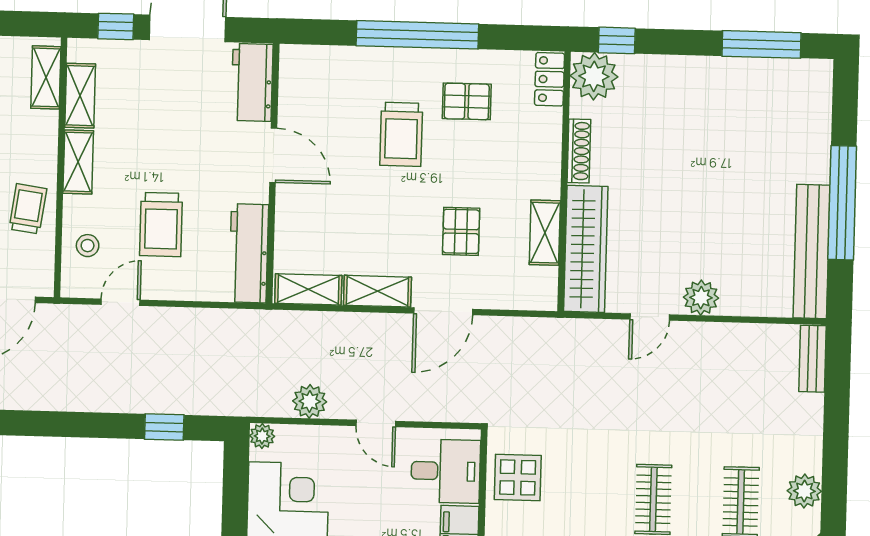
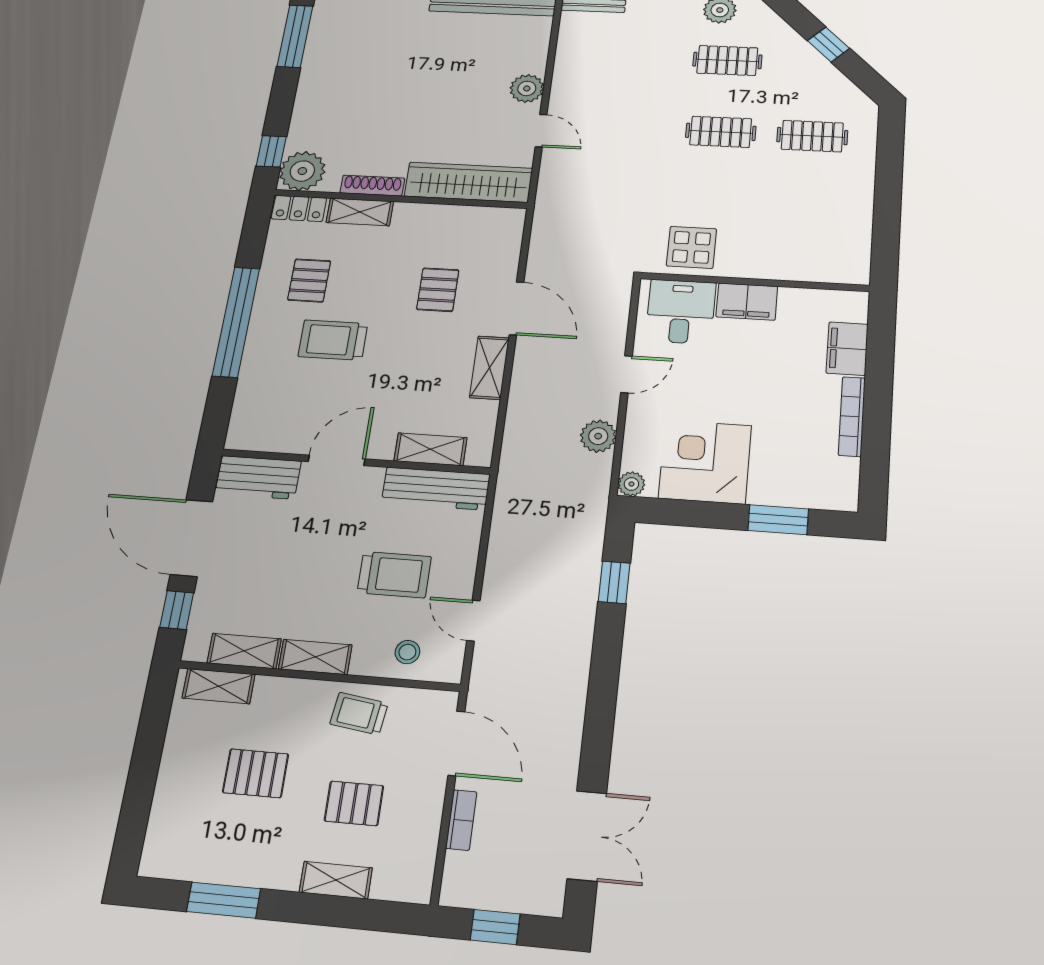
trolley: (401, 134) -> (333, 340), turned 180
pallet: (461, 231) -> (438, 290), turned 90
shelving: (545, 233) -> (360, 212), moved
shelving: (308, 289) -> (430, 449), moved, turned 90

